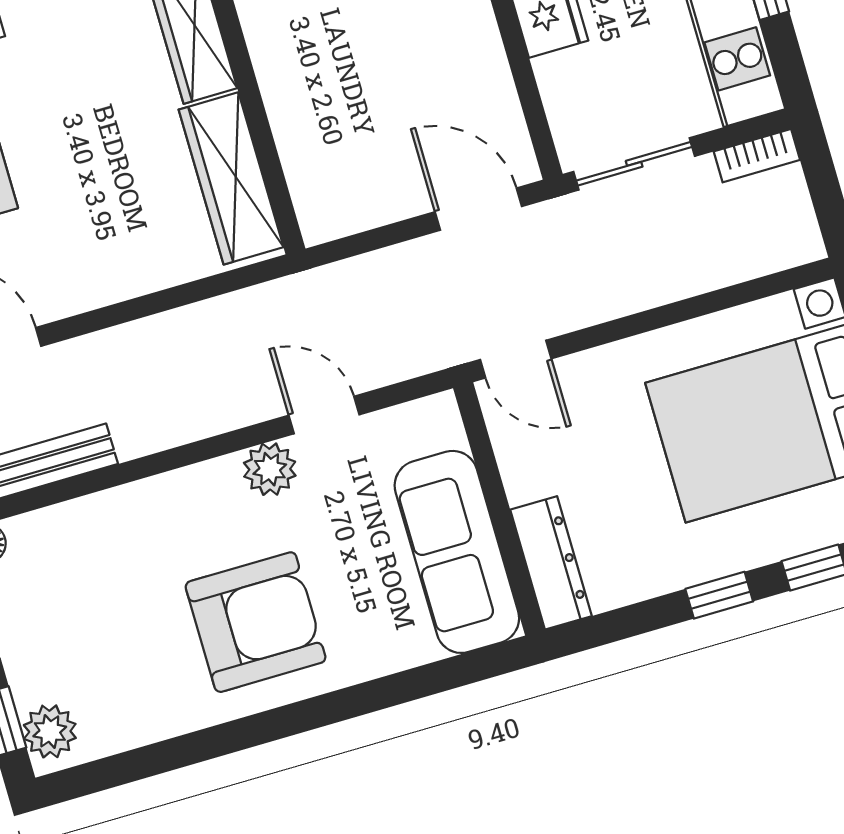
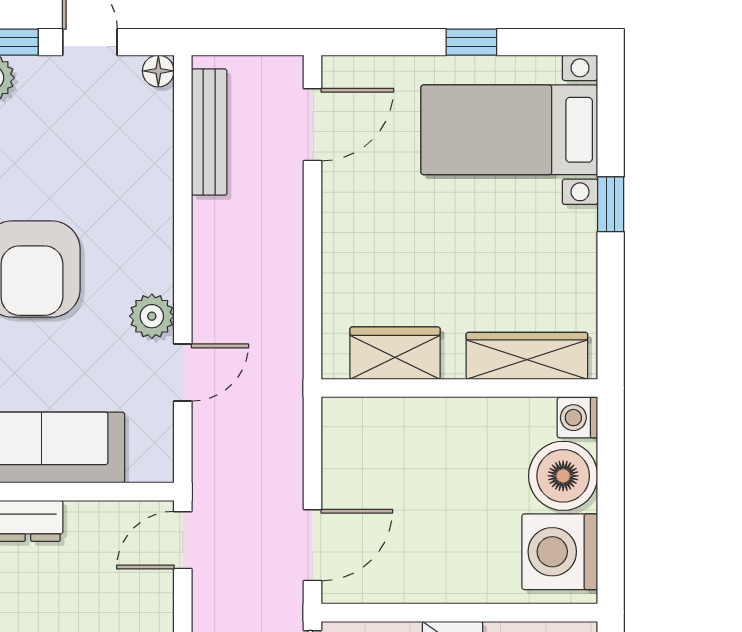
wardrobe: (231, 178) -> (395, 353), width x0.67

